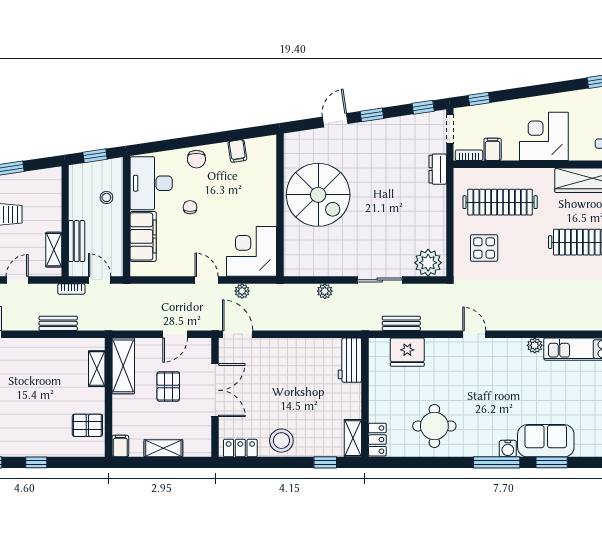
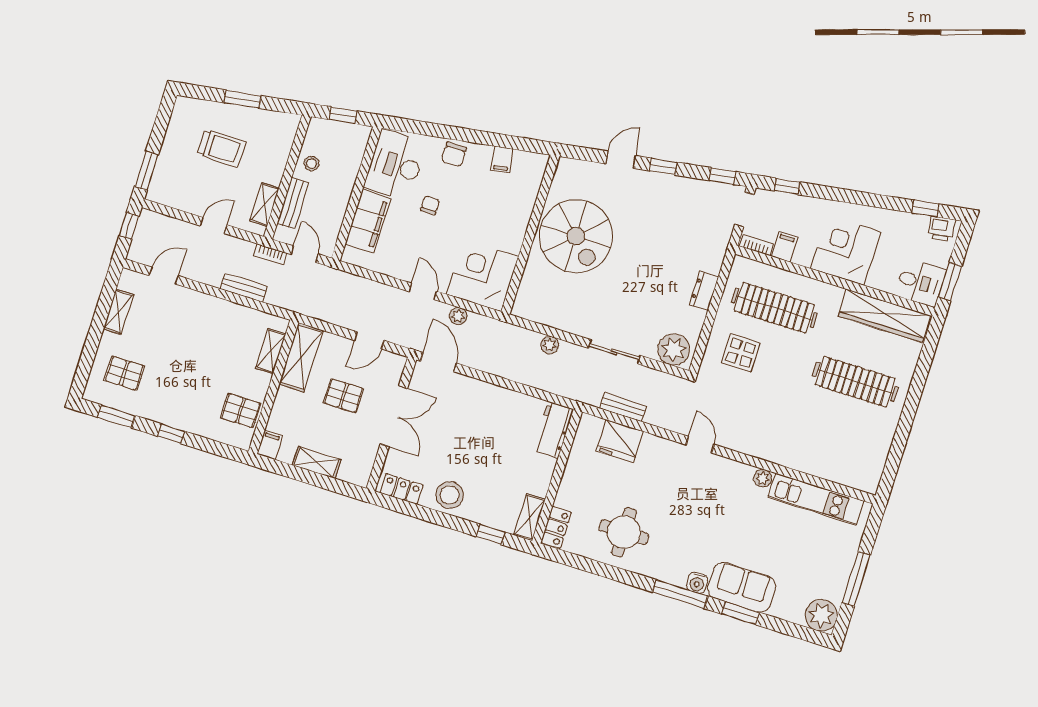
dresser: (438, 169) -> (704, 291), moved
stool: (106, 197) -> (311, 164), moved
pallet: (168, 386) -> (344, 396), turned 90

